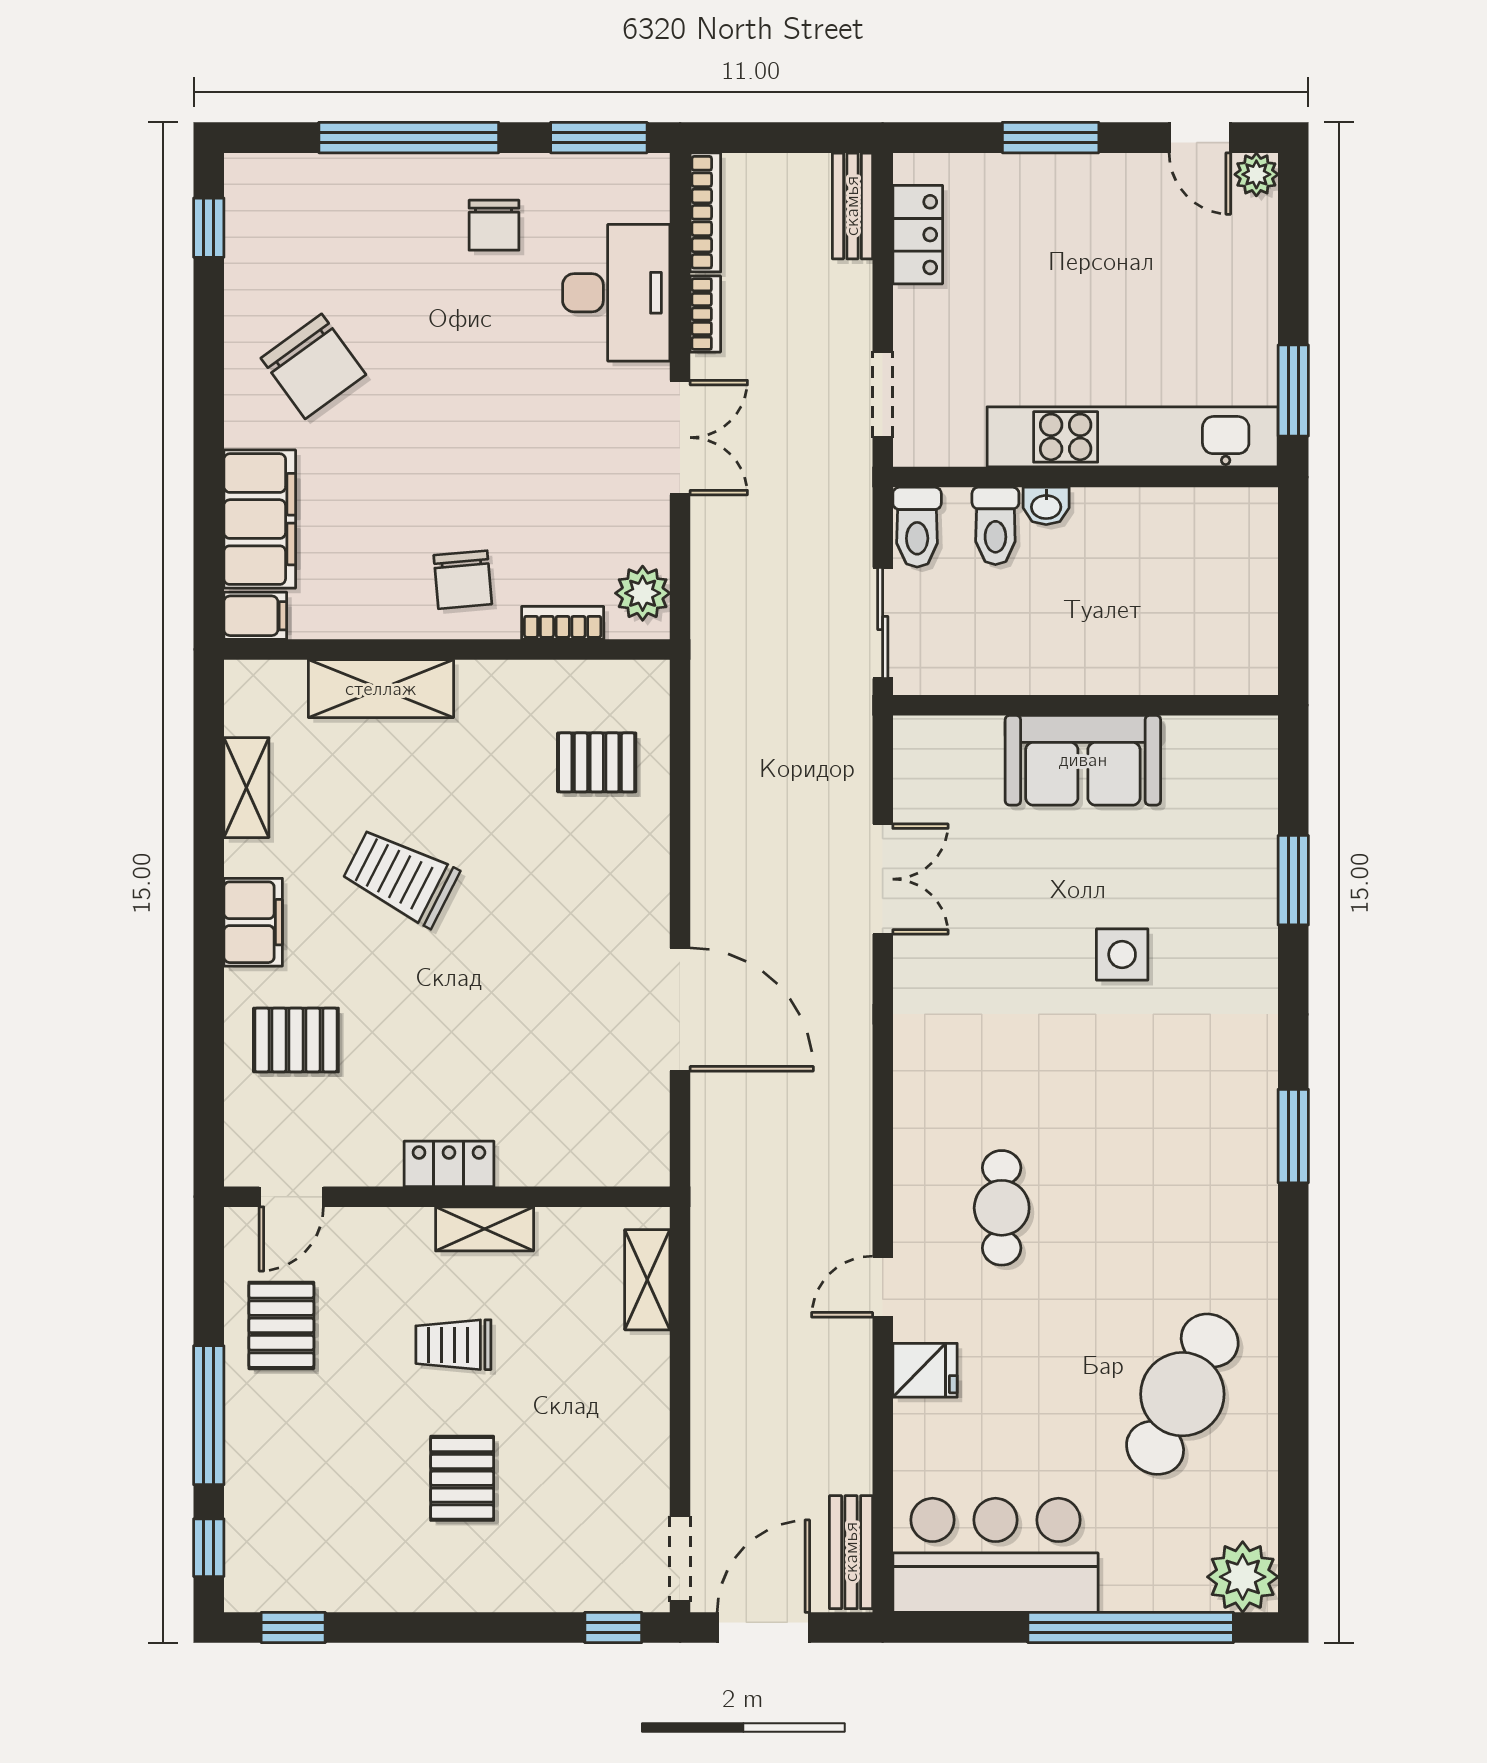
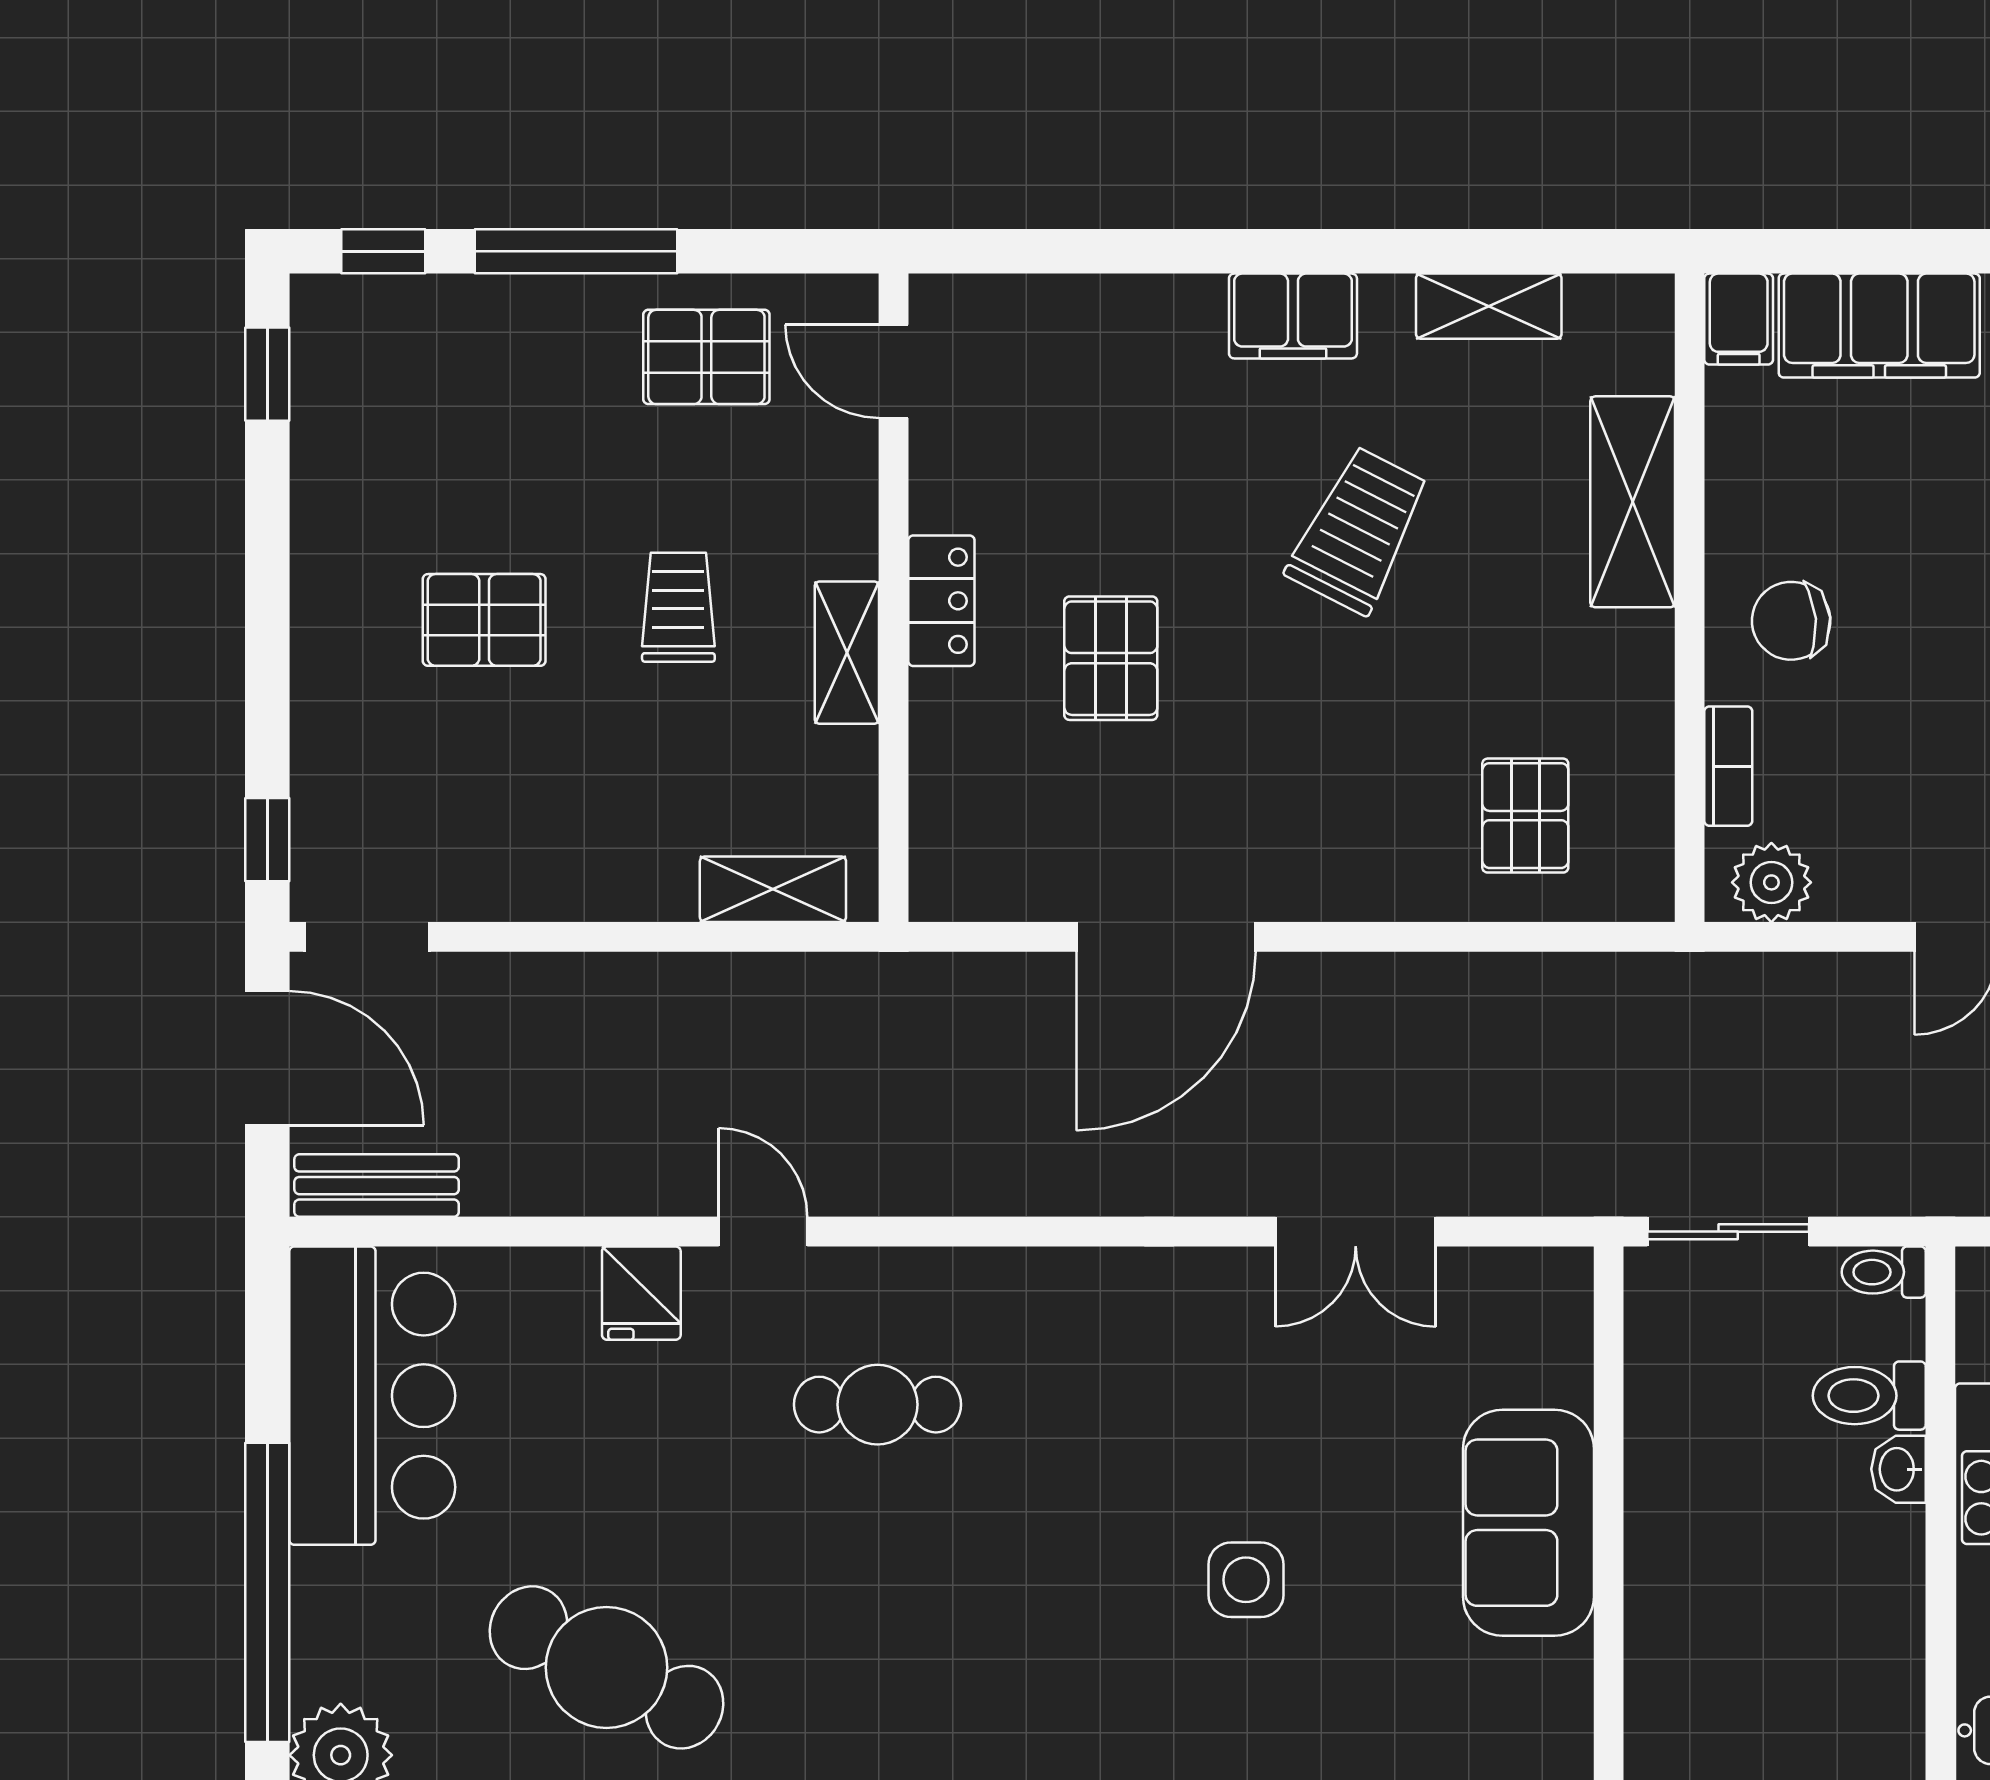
toilet: (917, 527) -> (1884, 1272), width x0.73, depth x0.72
pallet: (296, 1040) -> (1111, 658), moved

